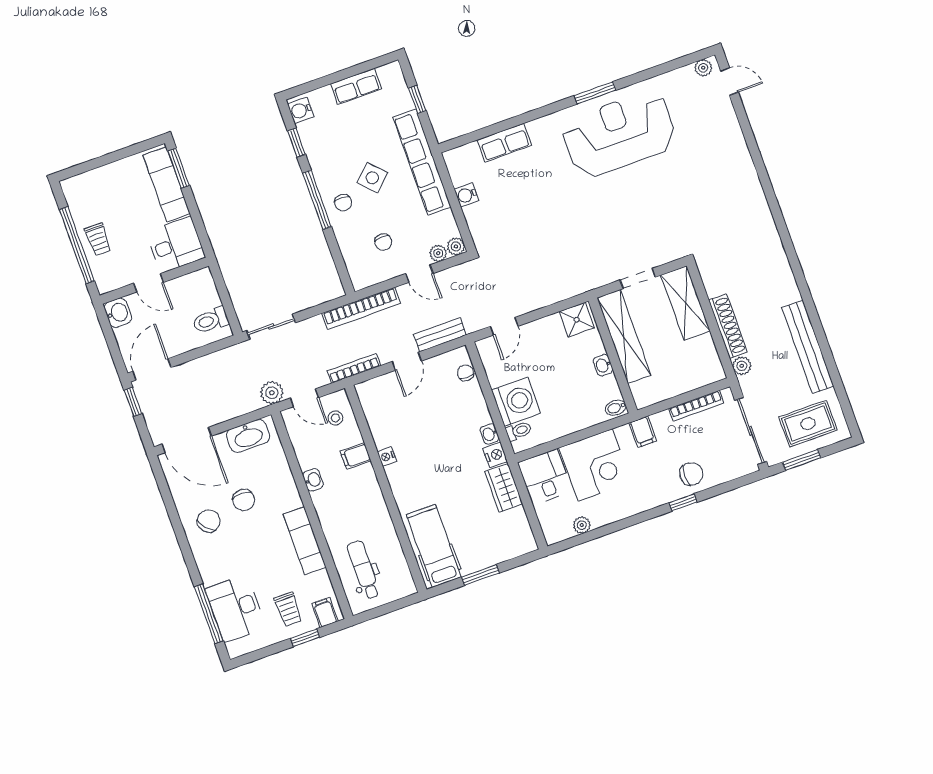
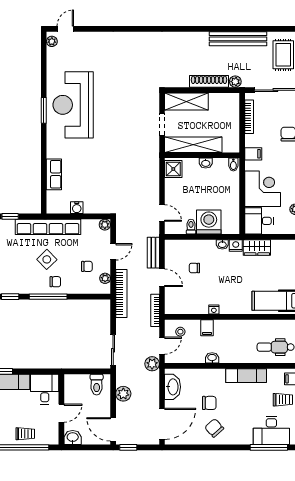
plant: (438, 253) -> (105, 278), moved
plant: (211, 365) -> (123, 394), added
chair: (465, 373) -> (194, 268), moved
toilet: (519, 431) -> (191, 227), moved

